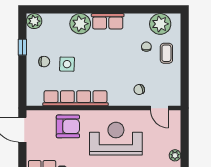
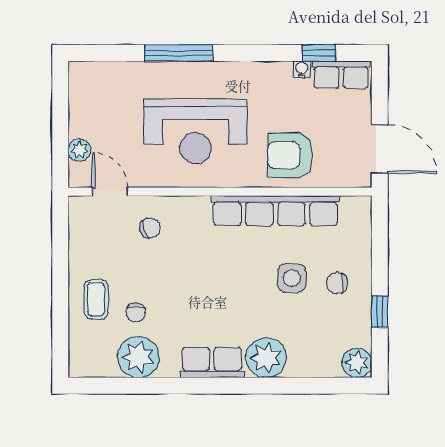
plant: (160, 24) -> (138, 357), moved
plant: (175, 155) -> (79, 150), moved

